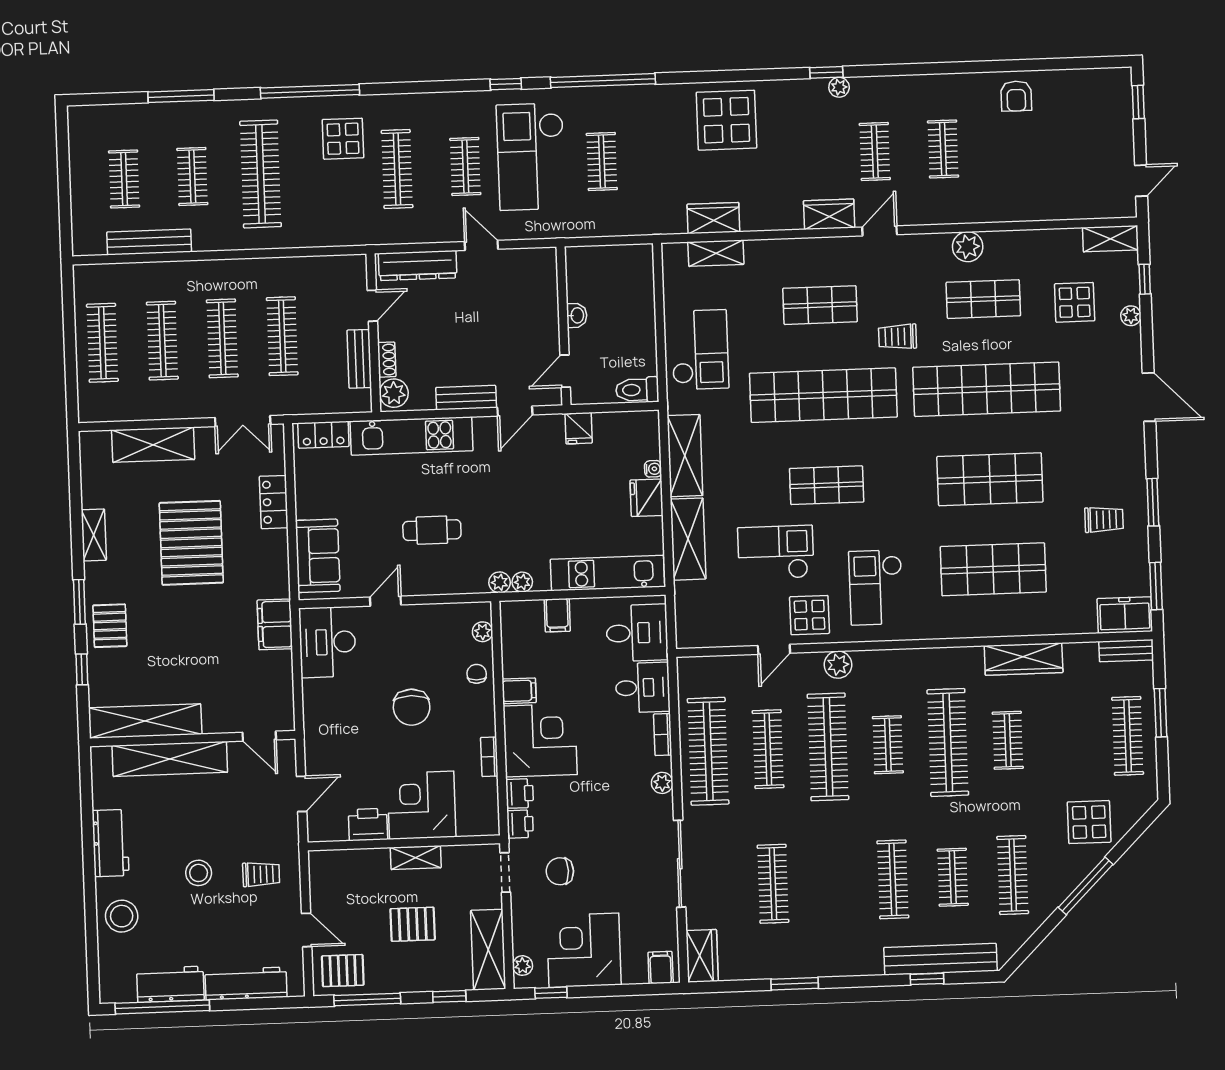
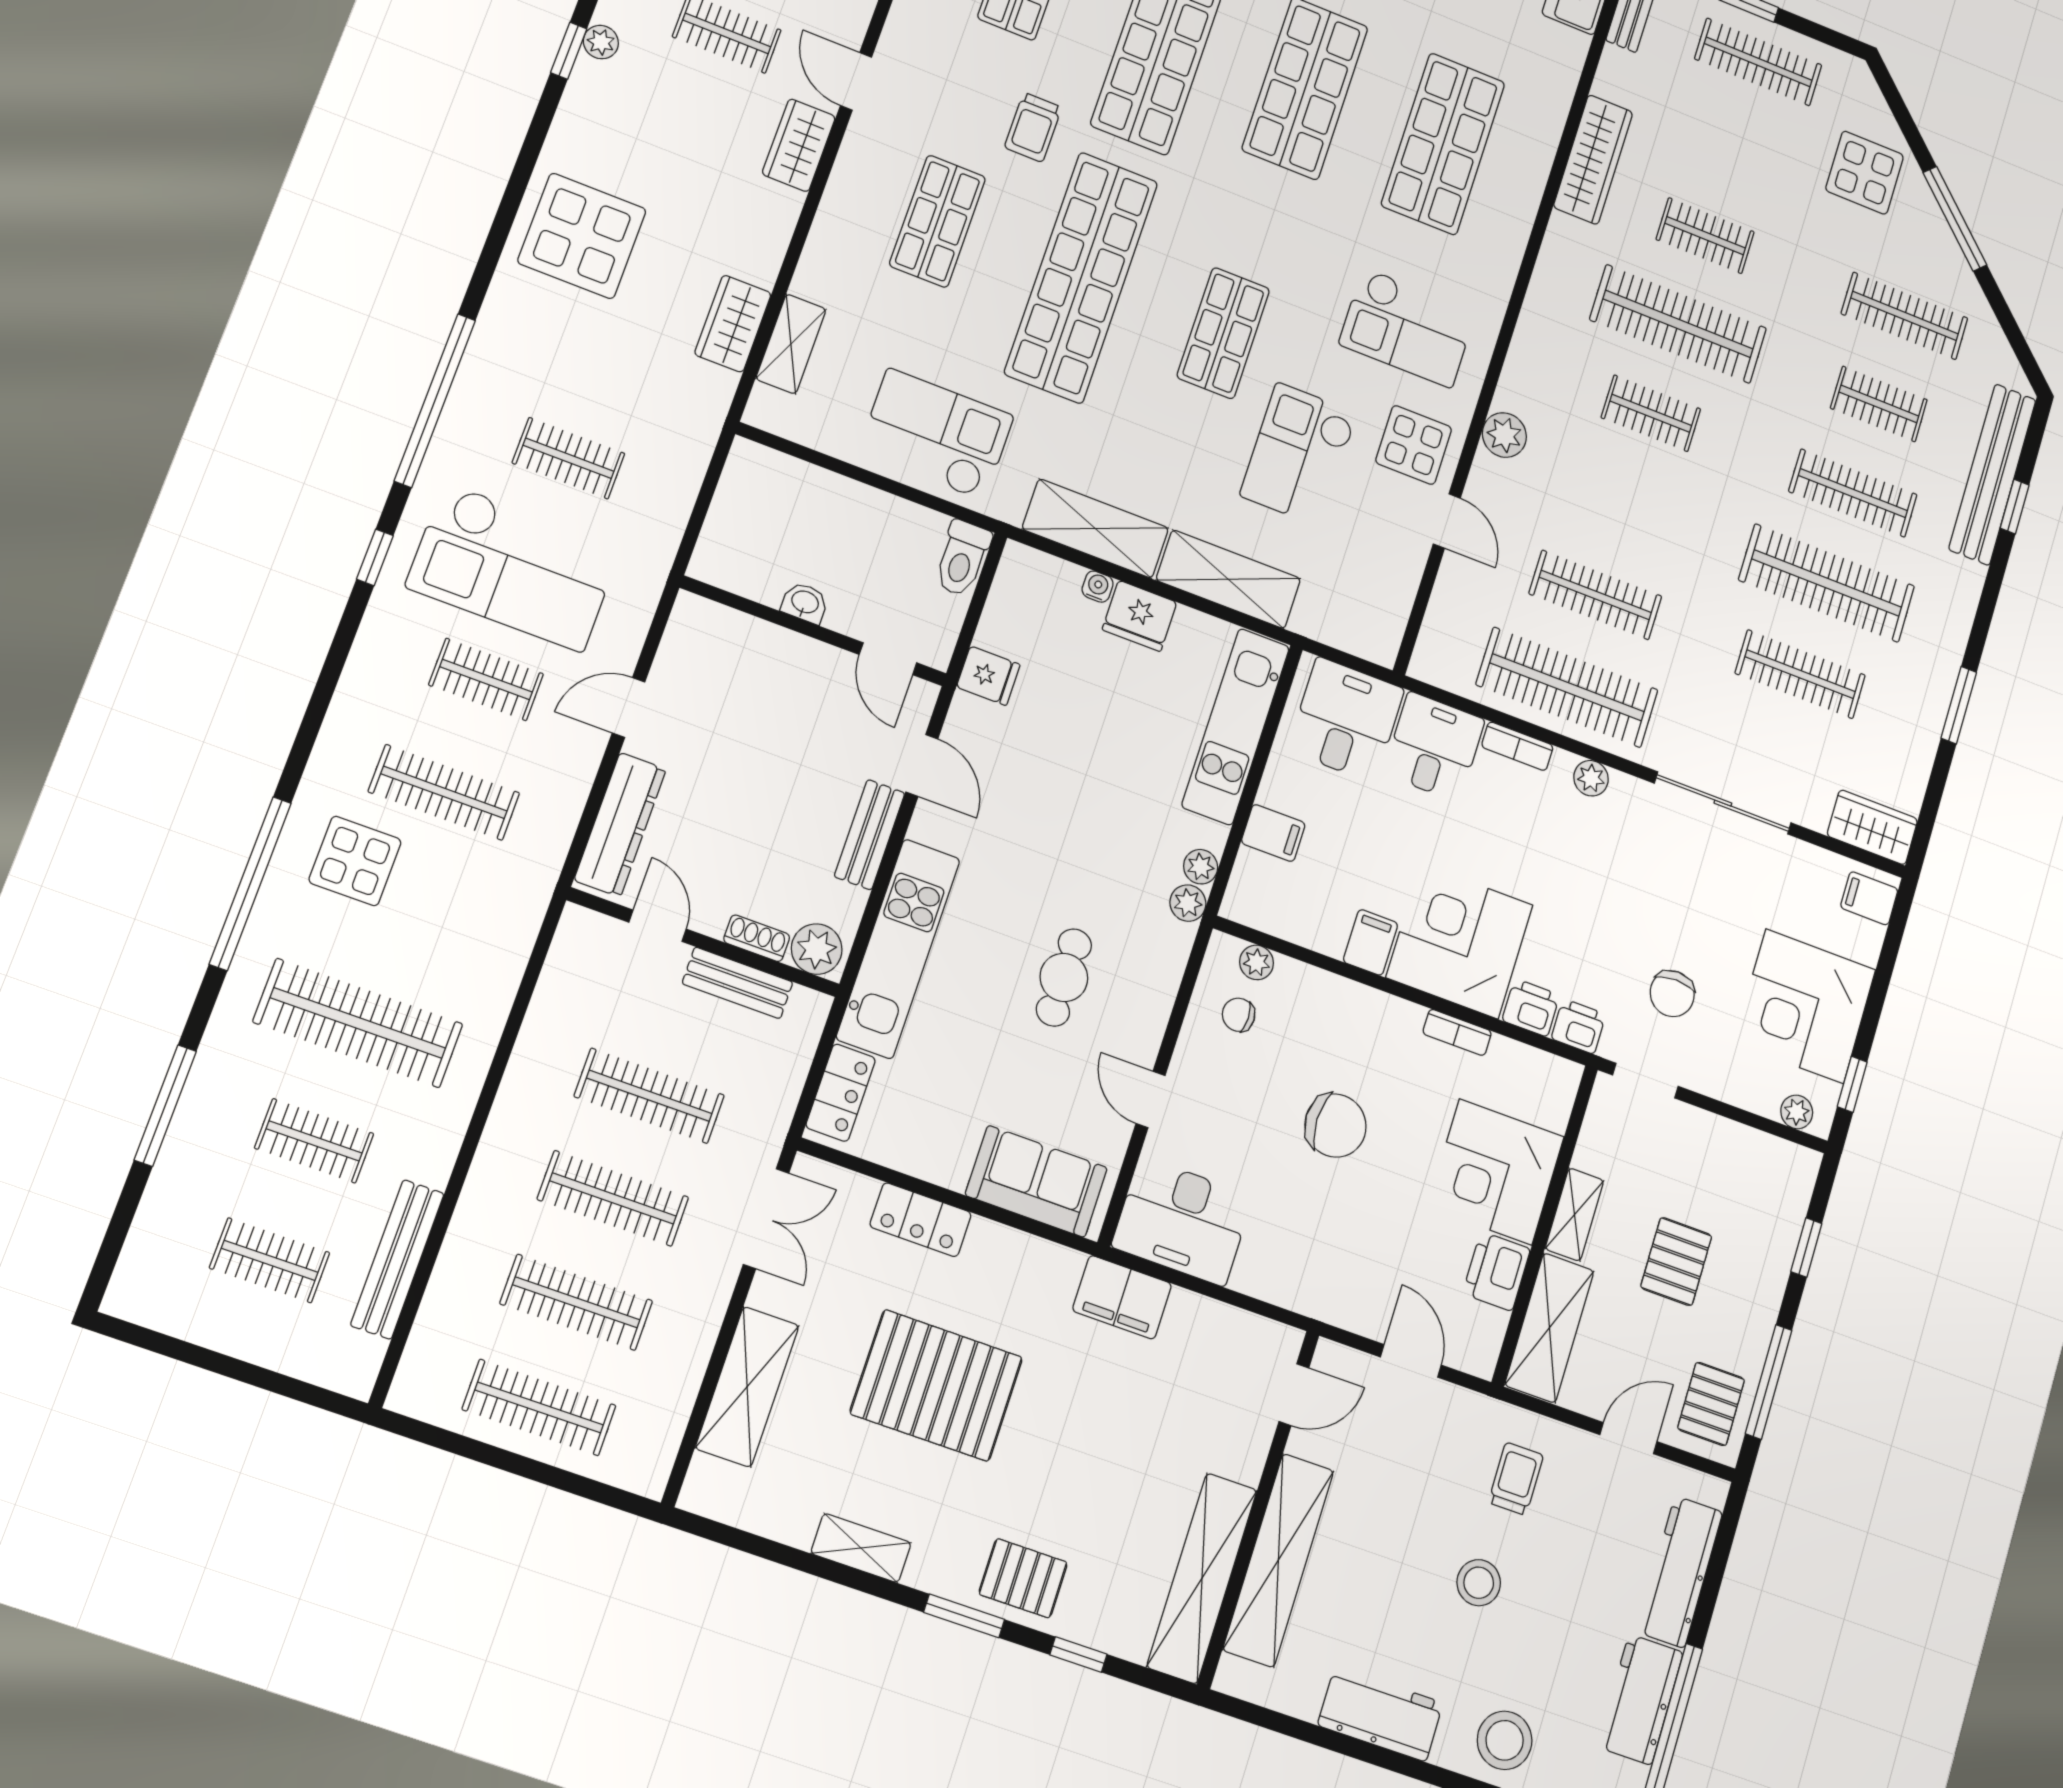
chair: (477, 674) -> (1239, 1015), moved
clothes rail: (828, 747) -> (1827, 583), moved
shelving: (488, 950) -> (1549, 1328), moved, turned 90

